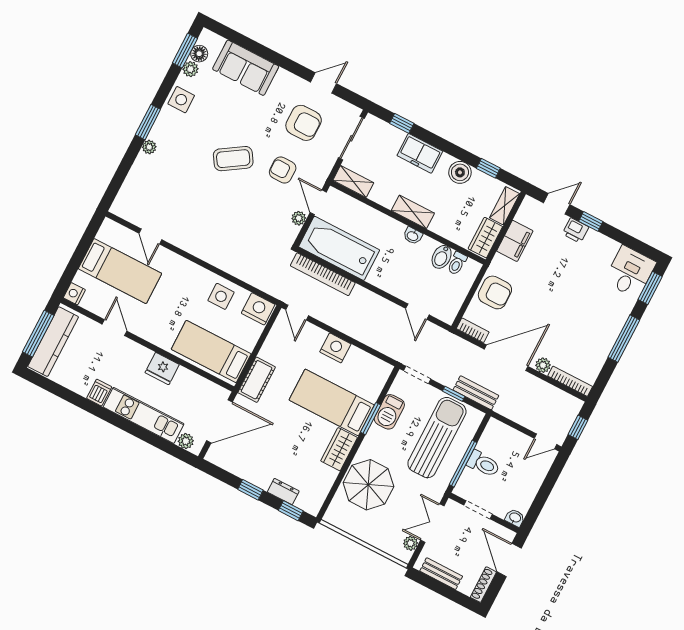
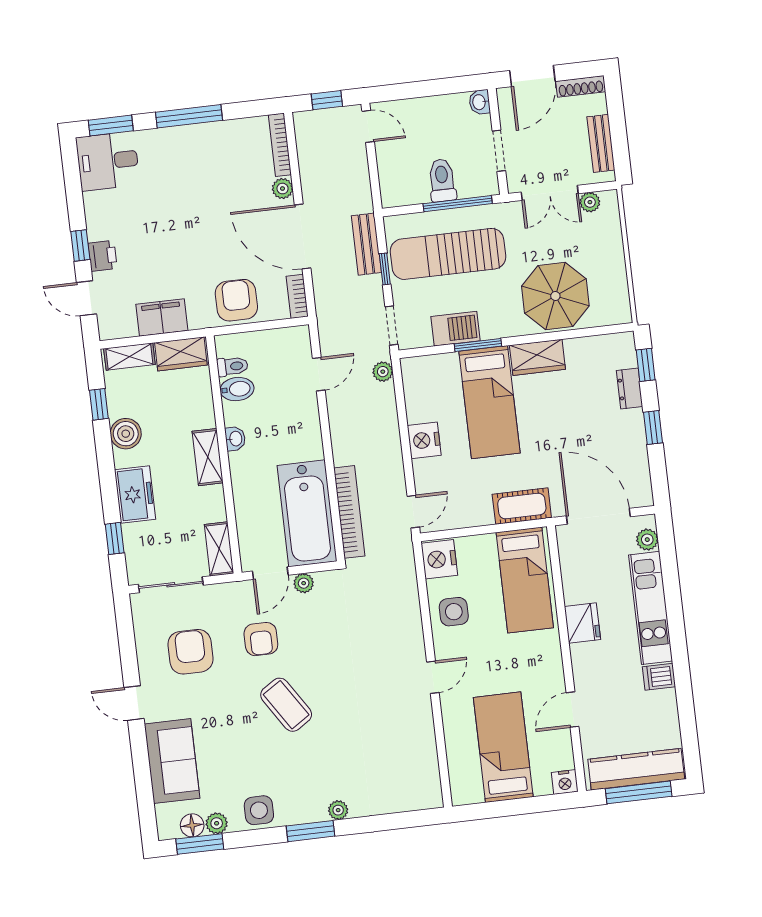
door: (323, 83) -> (134, 703), moved
door: (150, 237) -> (433, 677), moved
plant: (393, 351) -> (383, 372), added

